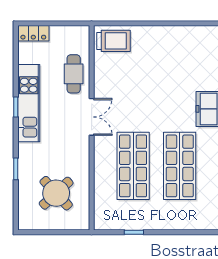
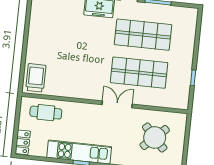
cafe table: (74, 74) -> (46, 113), moved
double door: (92, 117) -> (117, 104), moved

